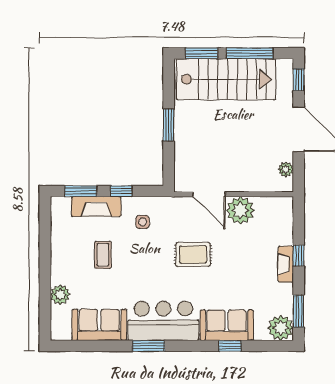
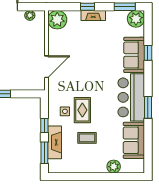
plant: (240, 210) -> (57, 20), moved
rug: (193, 254) -> (82, 110), moved

